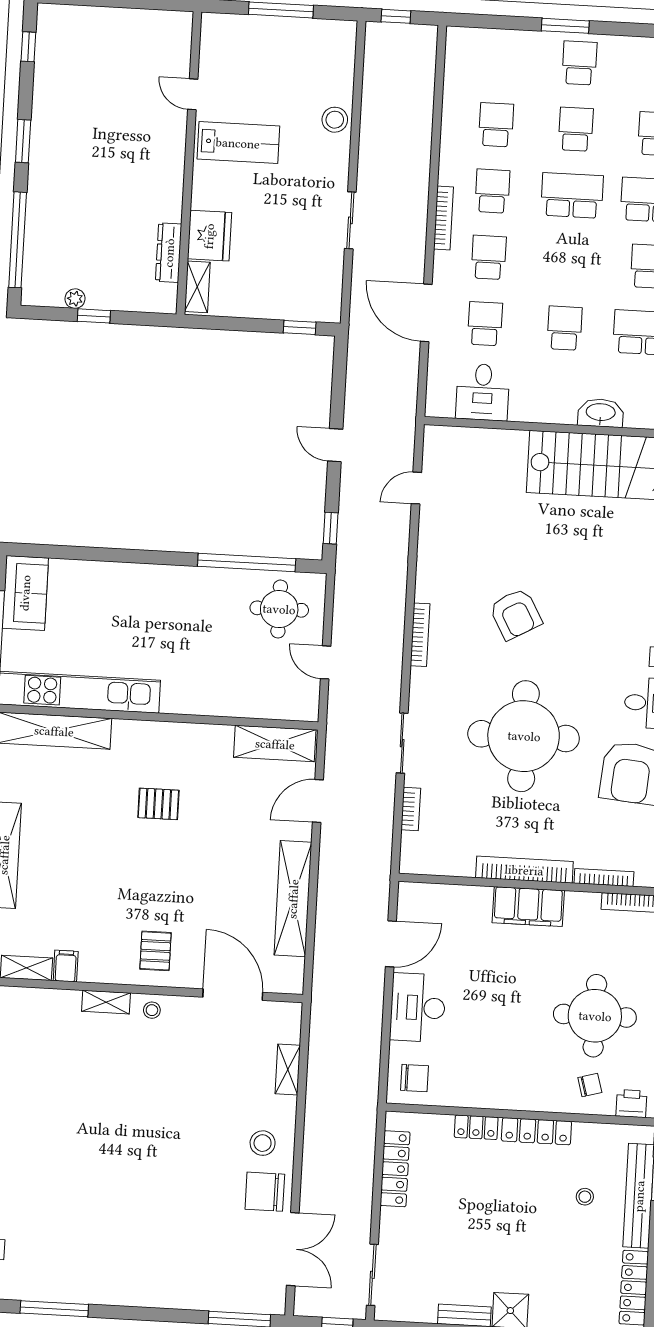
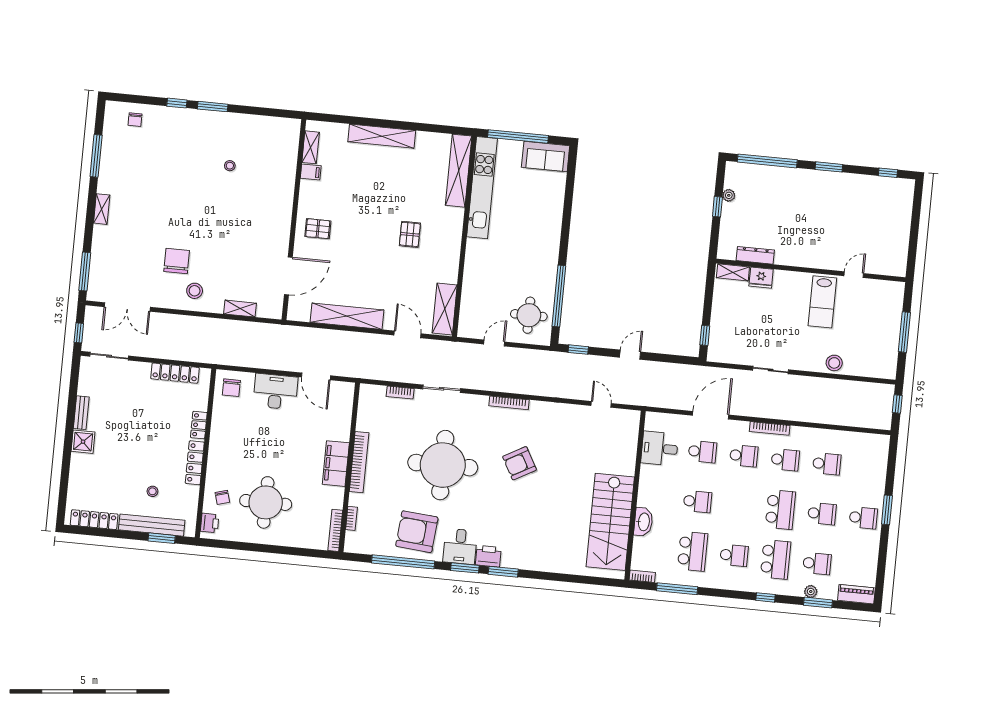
fridge: (209, 236) -> (761, 278), width x0.73, depth x0.75
bookcase: (604, 877) -> (351, 518), width x0.64
shelving: (106, 1002) -> (102, 209), moved
stool: (152, 1010) -> (230, 166), moved
chair: (265, 1192) -> (177, 261), moved

